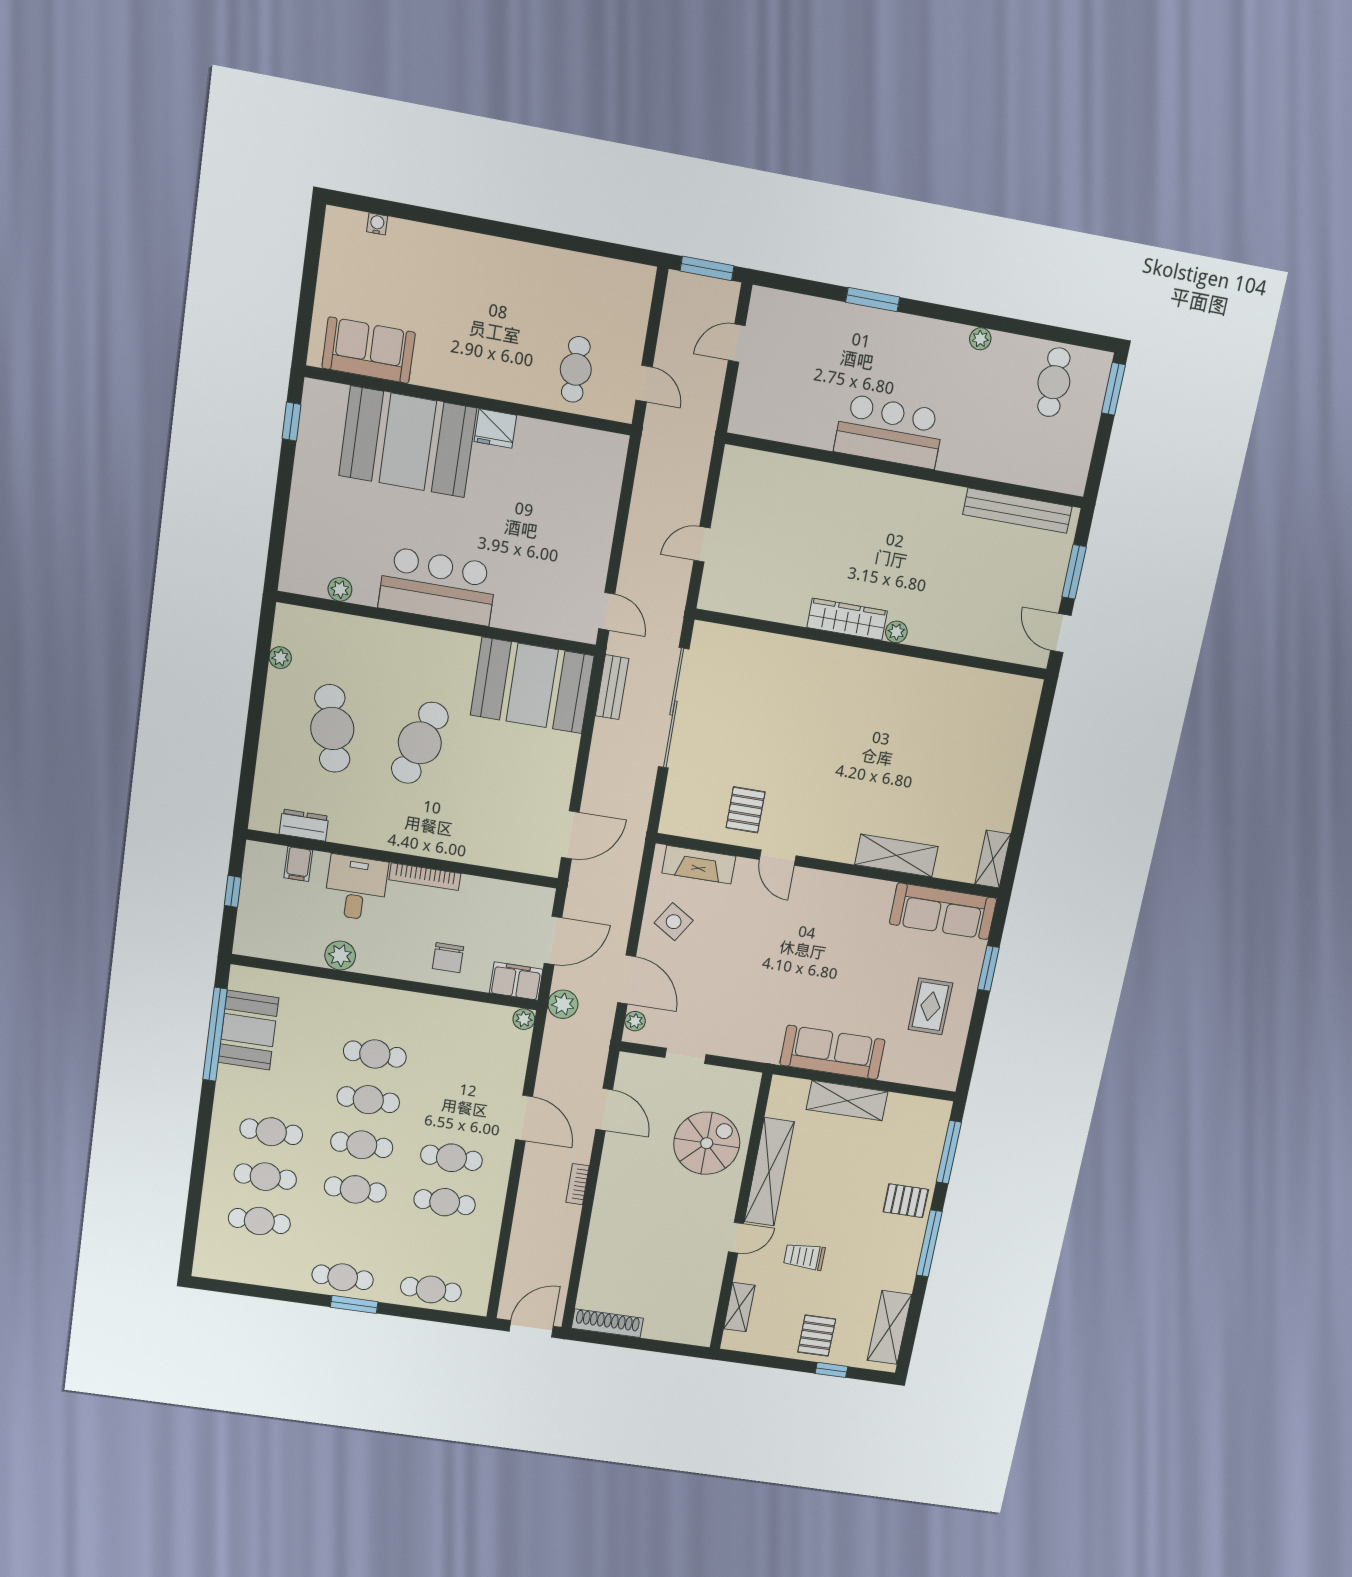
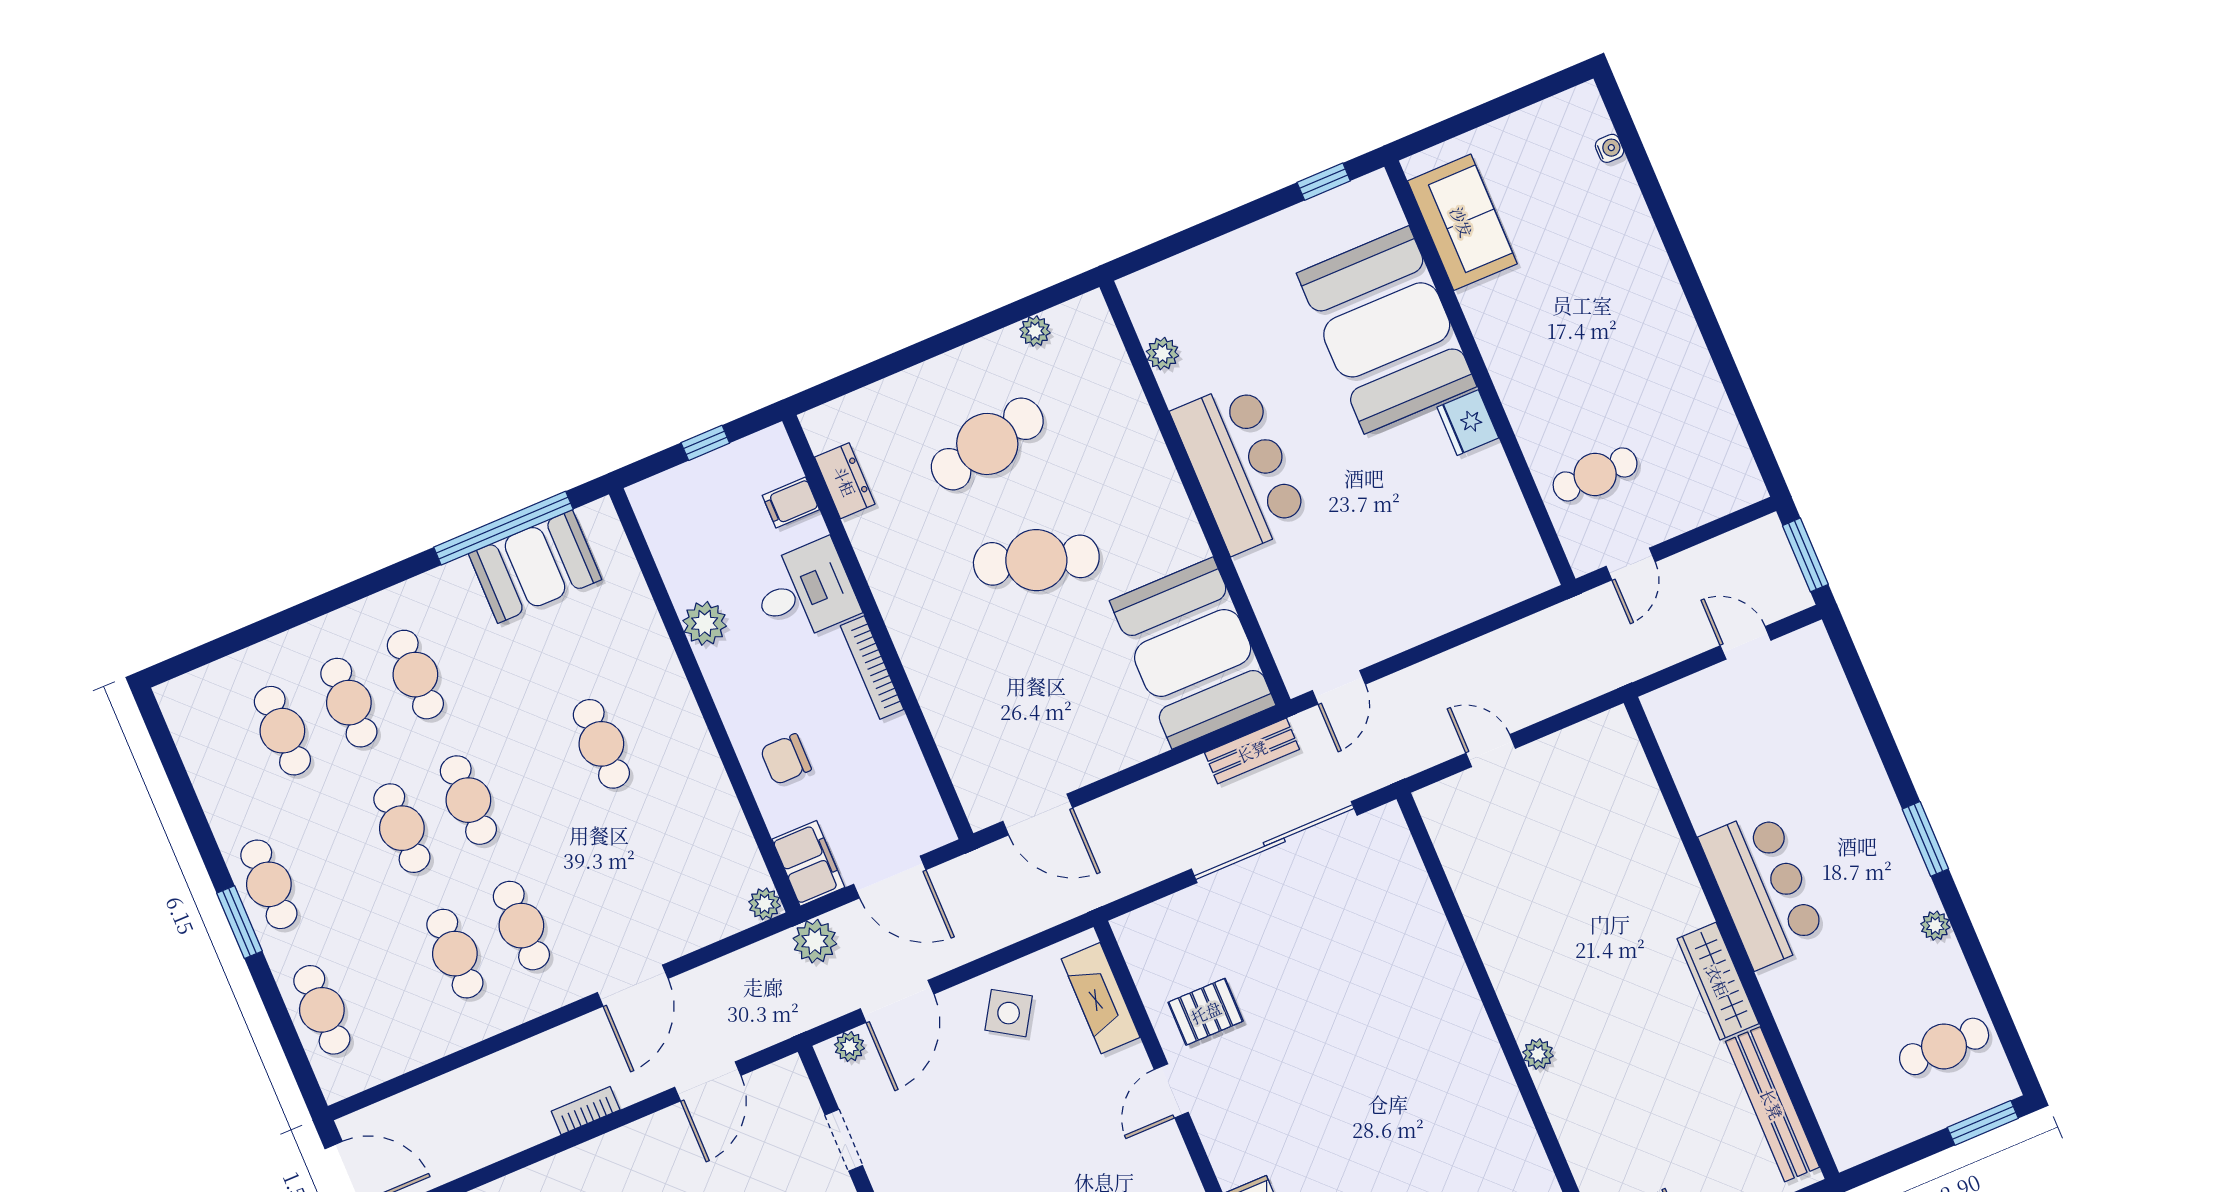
window: (873, 300) -> (1925, 839), moved
wardrobe: (847, 619) -> (1718, 981), moved, turned 180
cafe table: (368, 1100) -> (535, 772), removed

